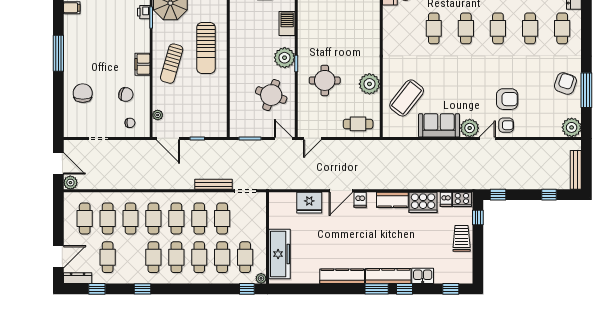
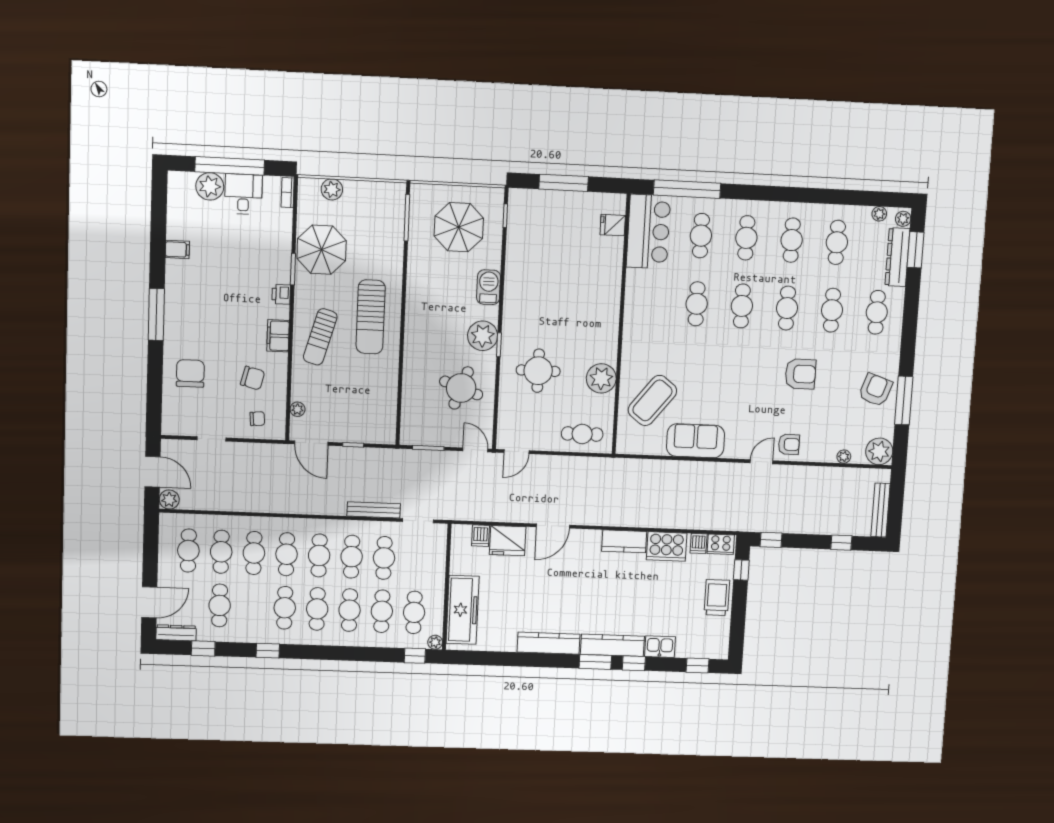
printer: (144, 12) -> (281, 294), moved
armchair: (507, 99) -> (800, 374), moved
plant: (470, 128) -> (844, 457), moved, width x0.53, depth x0.53
dishwasher: (360, 200) -> (480, 536), moved

